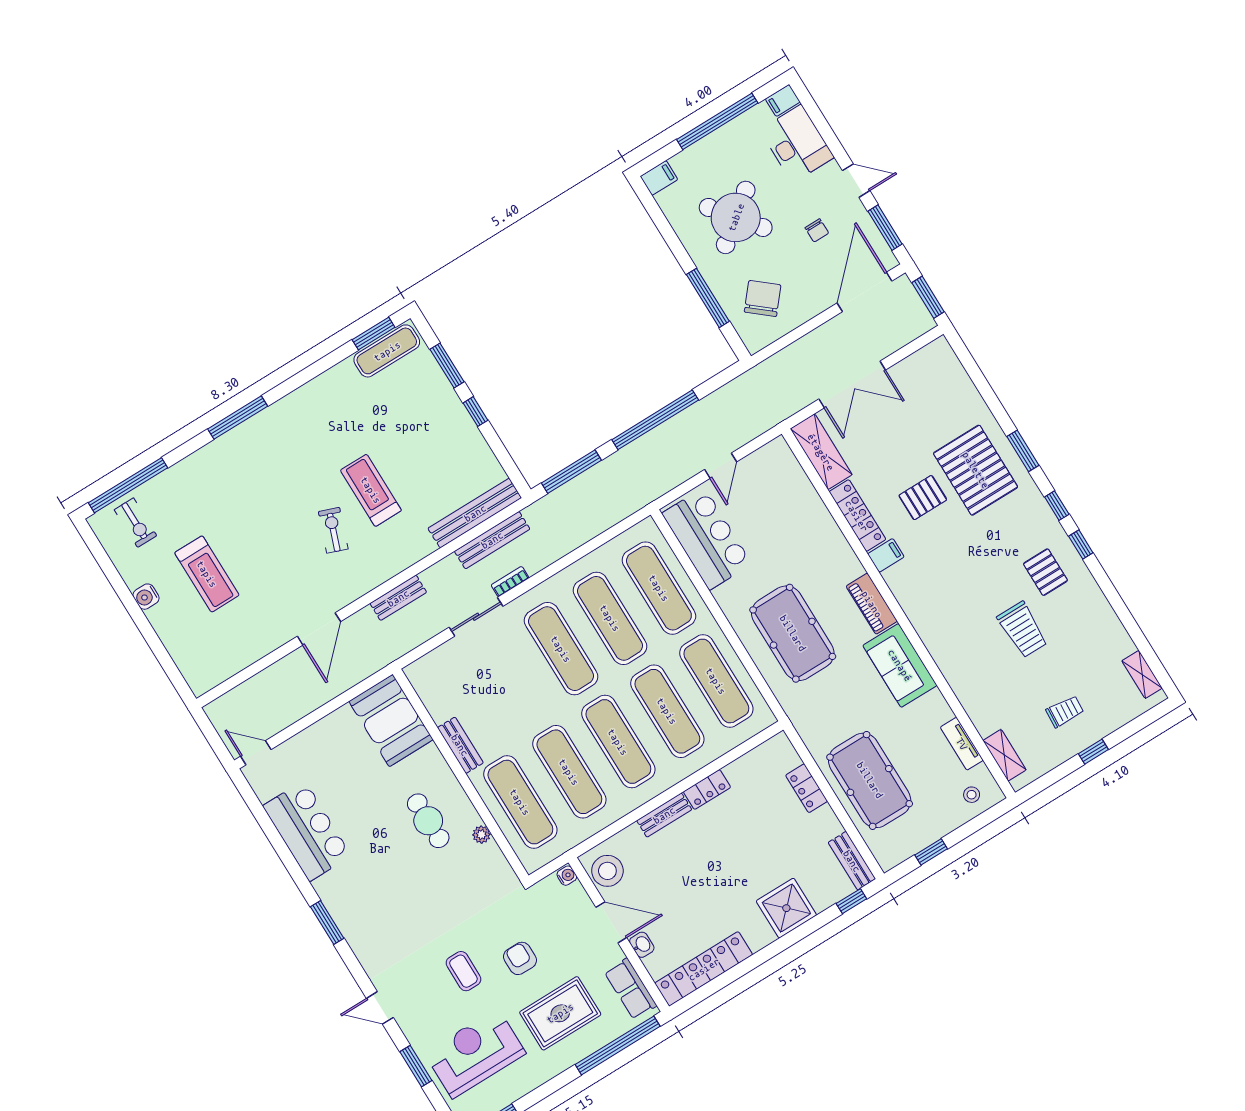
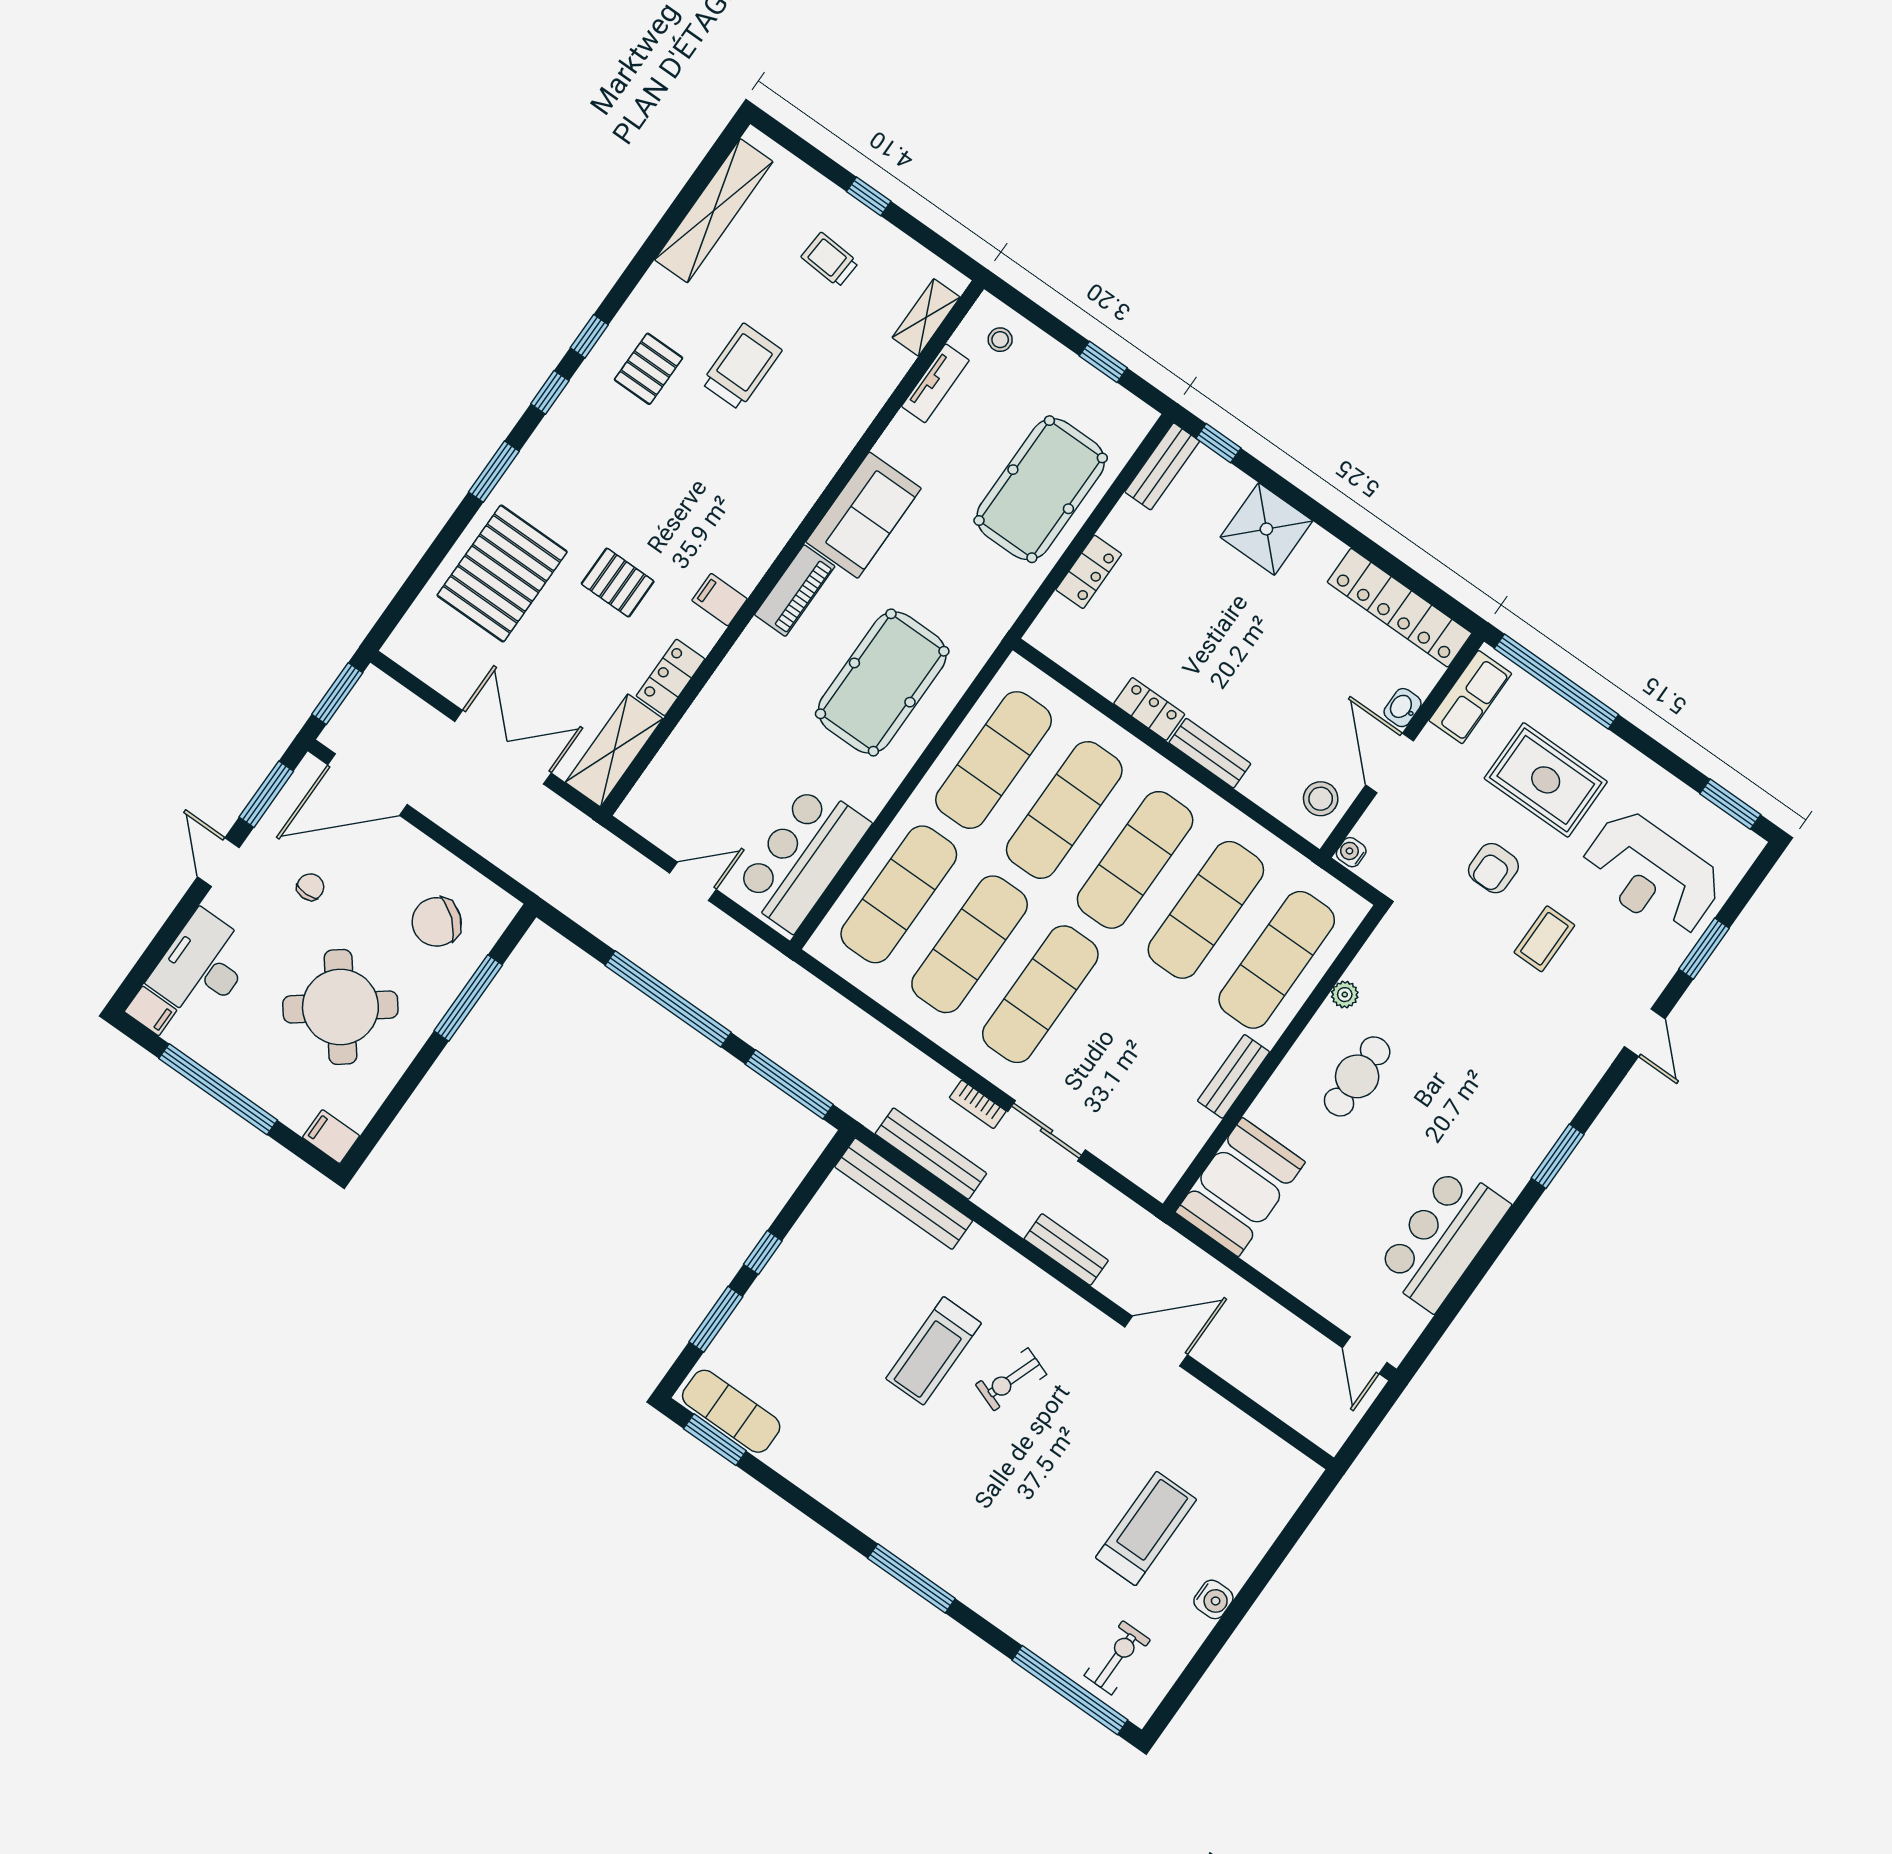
pallet: (976, 470) -> (502, 574), moved
locker: (857, 516) -> (670, 677), width x0.66
shelving: (1142, 674) -> (714, 211), width x2.20, depth x1.33
stool: (607, 871) -> (1321, 799), width x0.73, depth x0.73

